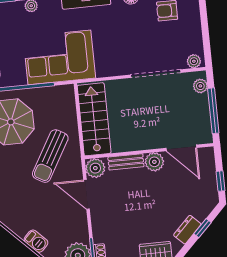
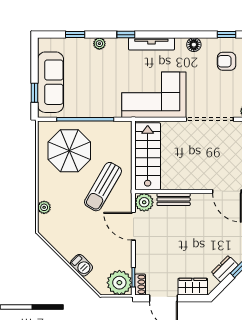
corner sofa: (59, 57) -> (154, 95), moved
plant: (154, 162) -> (200, 202), removed

